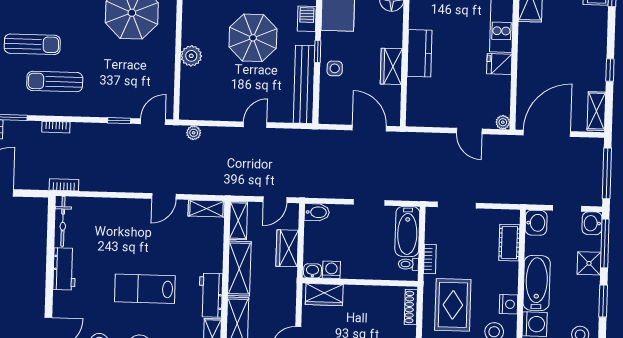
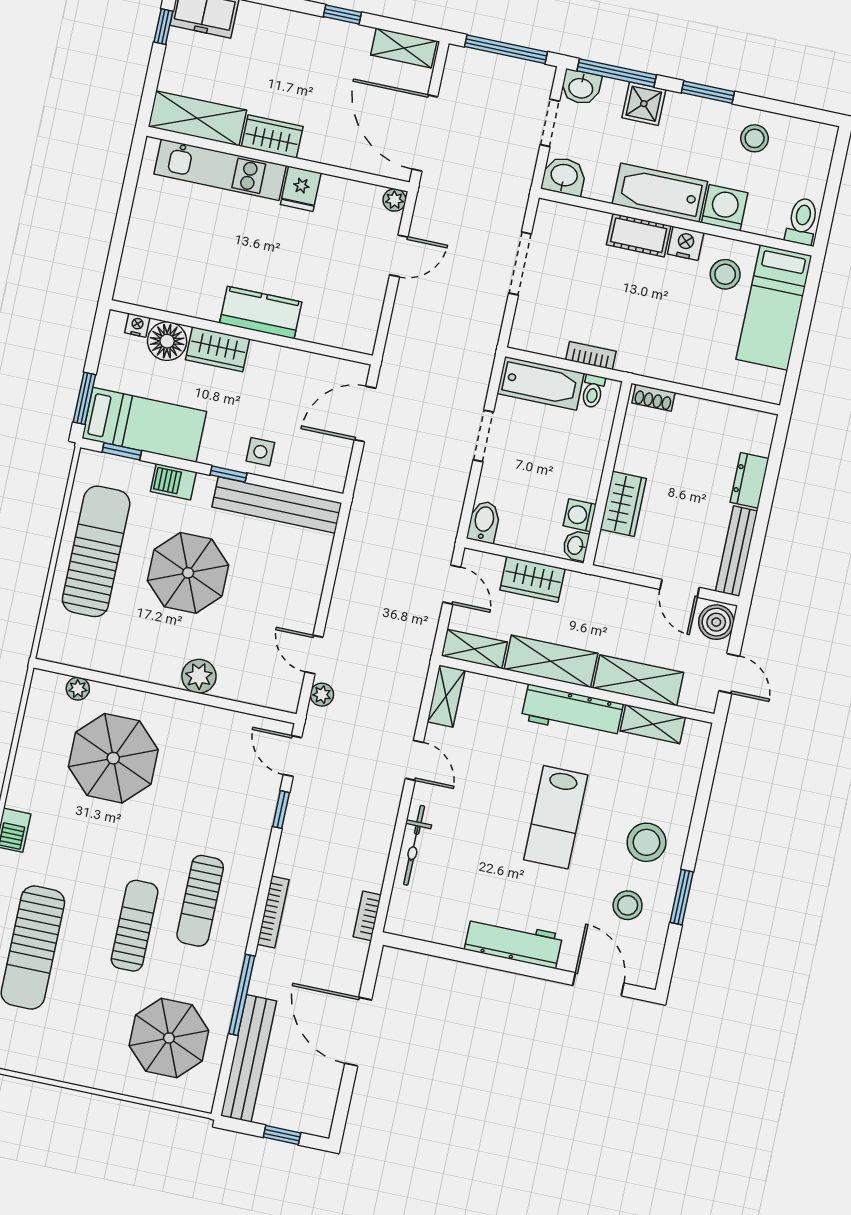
wardrobe: (528, 41) -> (272, 136), added
wardrobe: (391, 66) -> (218, 349), moved
door: (255, 125) -> (314, 655), moved
bookcase: (56, 127) -> (273, 912), width x1.56
doorway: (457, 205) -> (520, 263), moved
bicycle: (63, 221) -> (414, 845), moved, turned 90
cot: (509, 243) -> (639, 235), moved
workbench: (64, 269) -> (513, 942), width x1.38
workbench: (211, 295) -> (572, 712), width x1.38
wardrobe: (324, 295) -> (623, 504), moved
rug: (453, 305) -> (671, 332), removed
shoe rack: (411, 307) -> (653, 398), width x0.70

